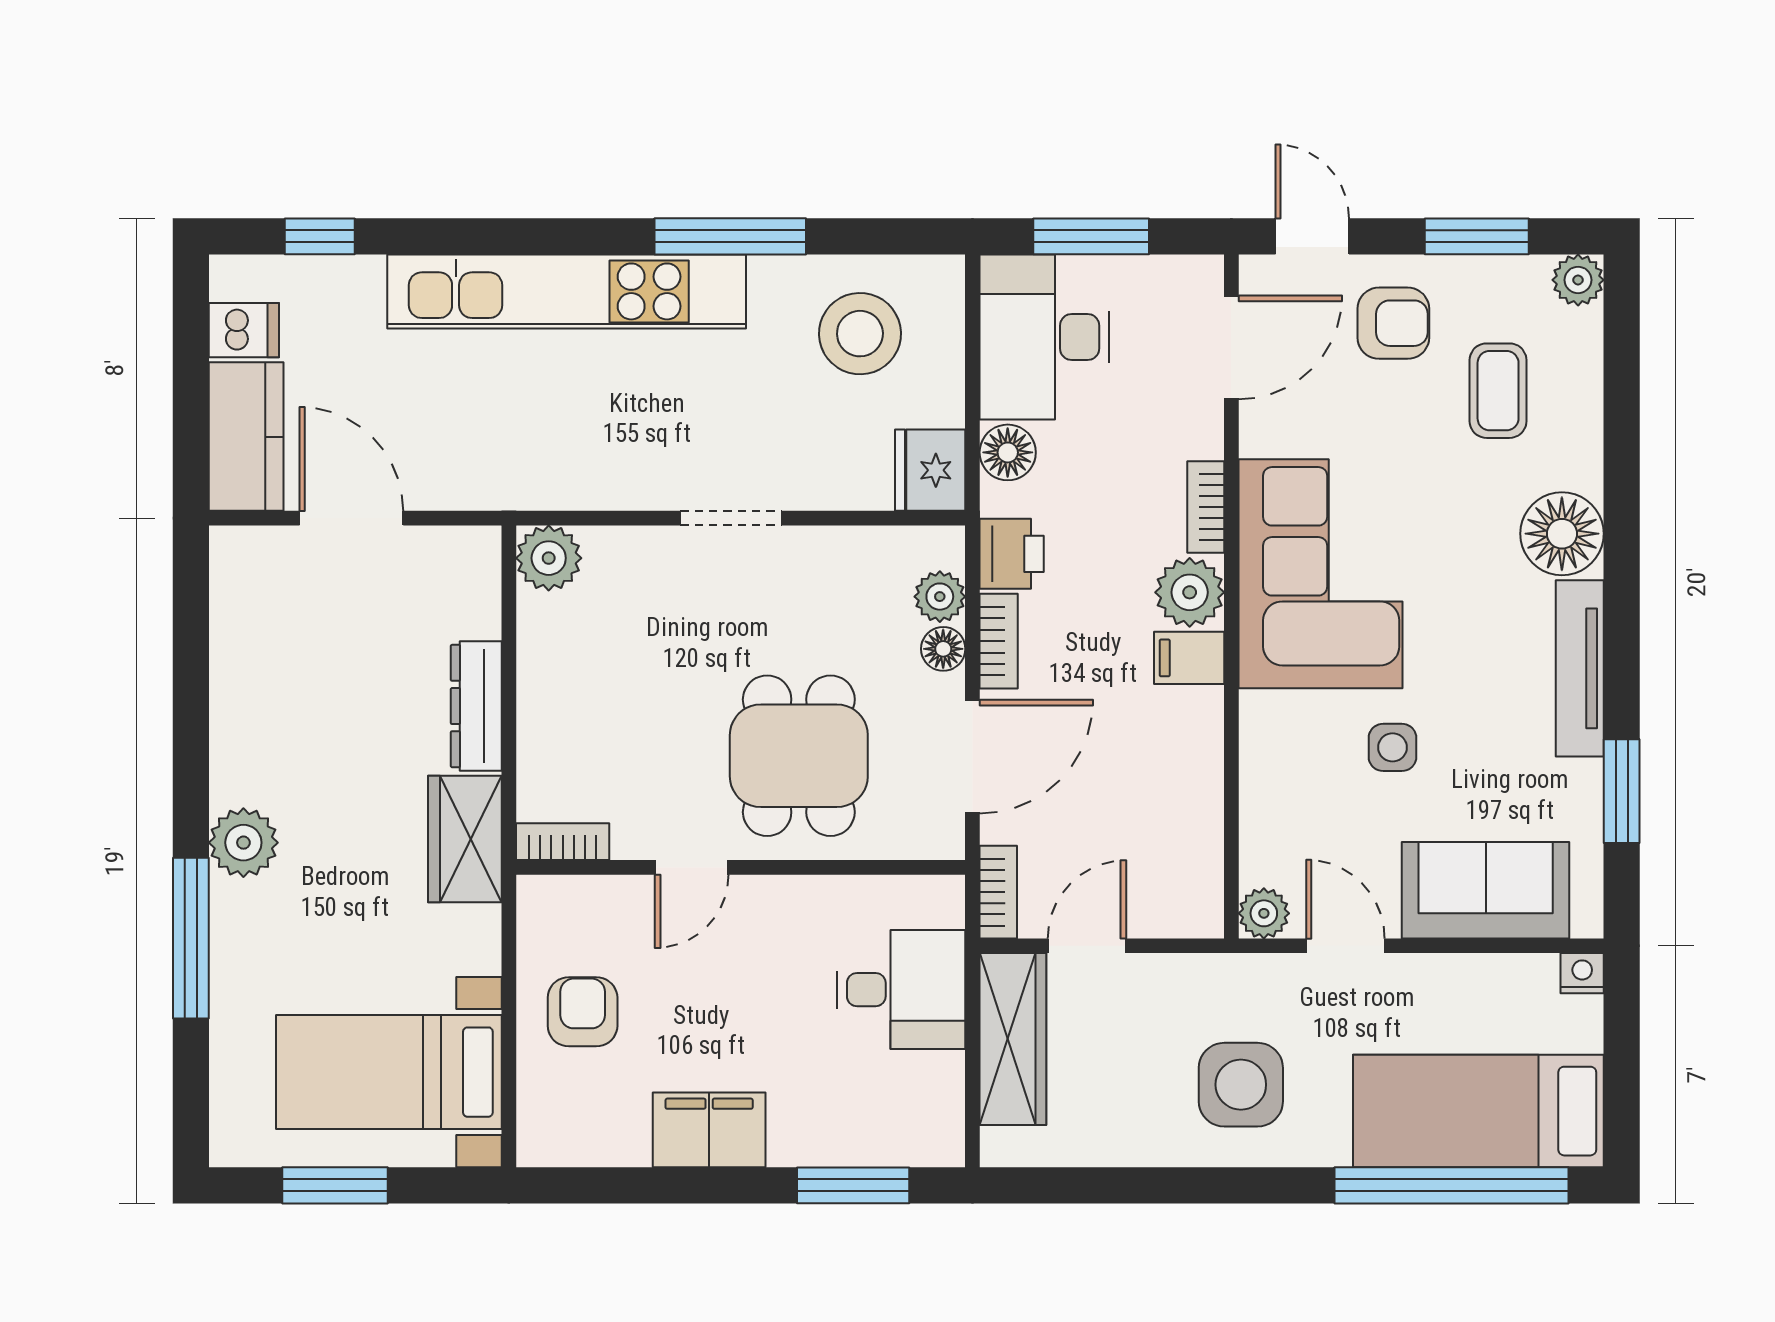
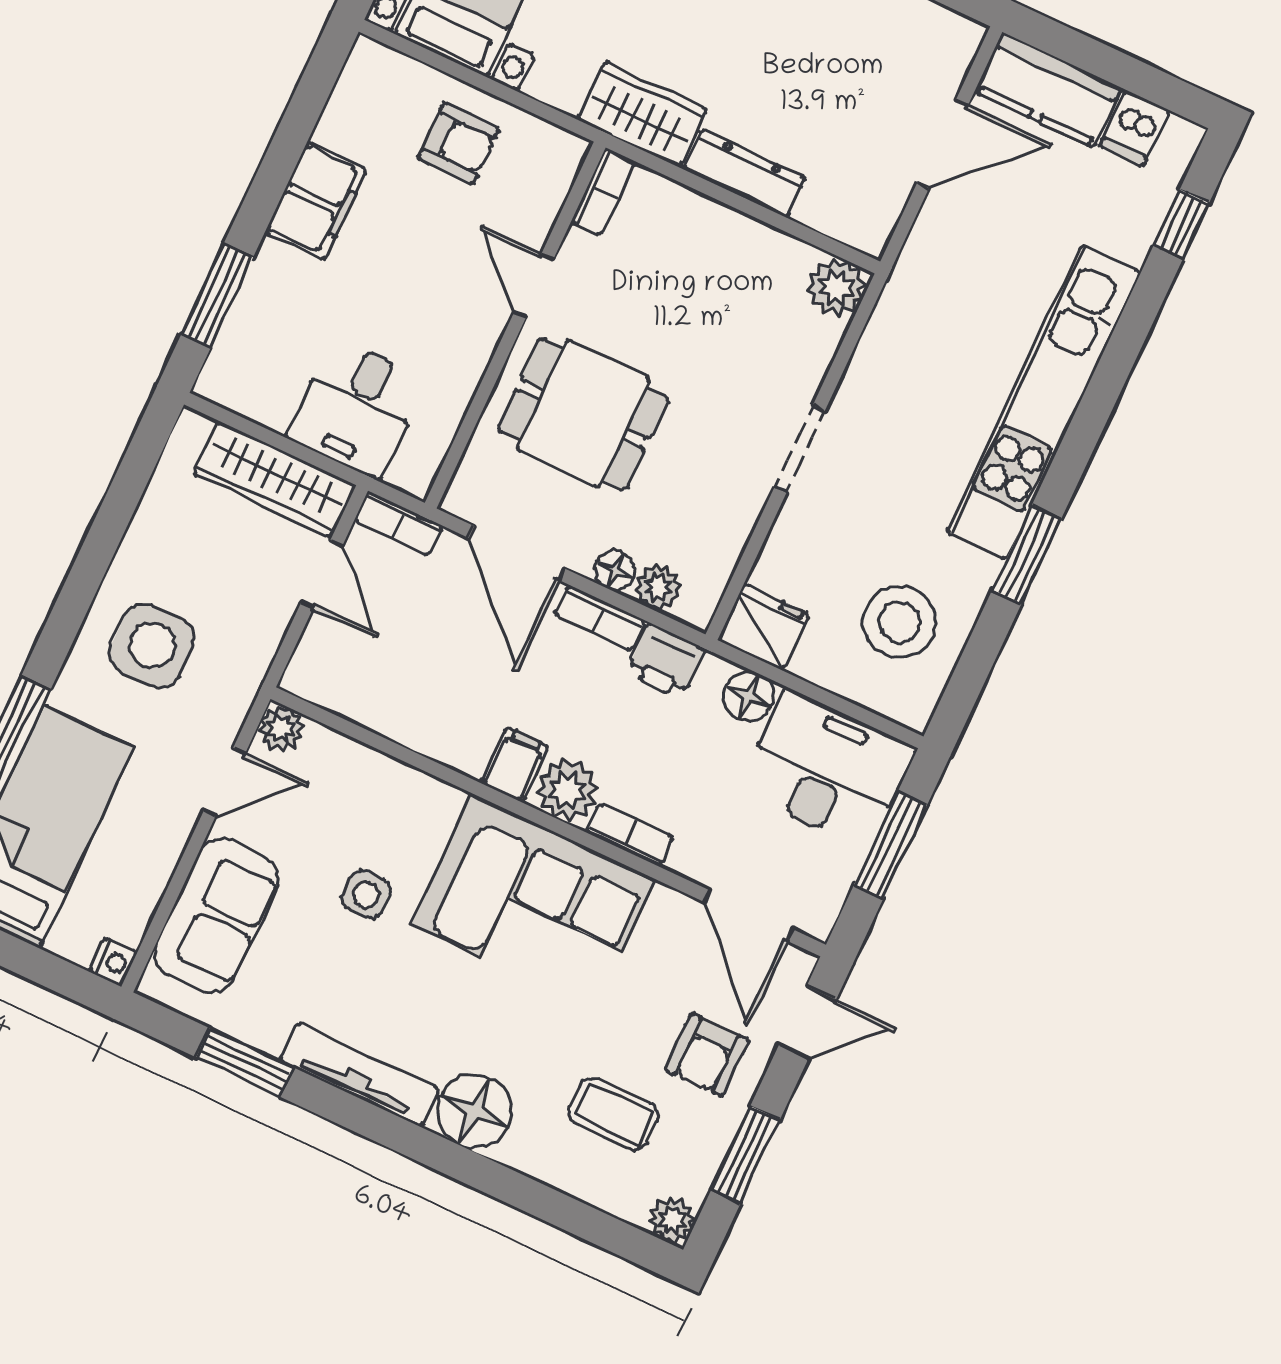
window: (730, 236) -> (1027, 555), width x0.69

